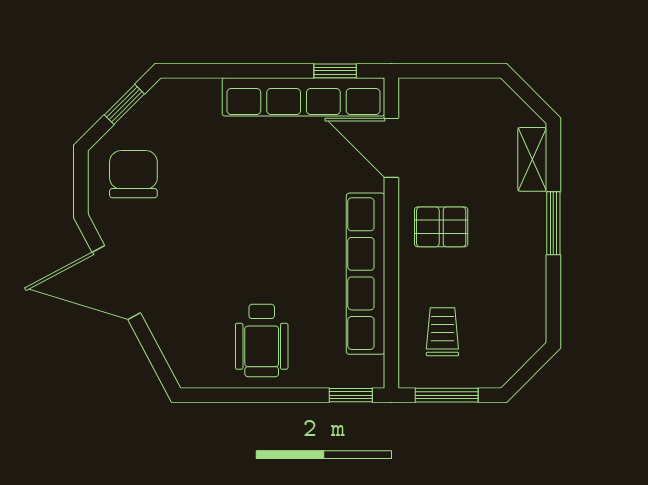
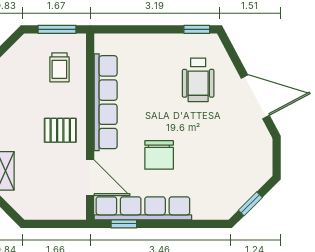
chair: (133, 174) -> (159, 155), moved
wheelchair: (262, 340) -> (198, 80), moved, turned 180
window: (351, 395) -> (197, 29), moved

